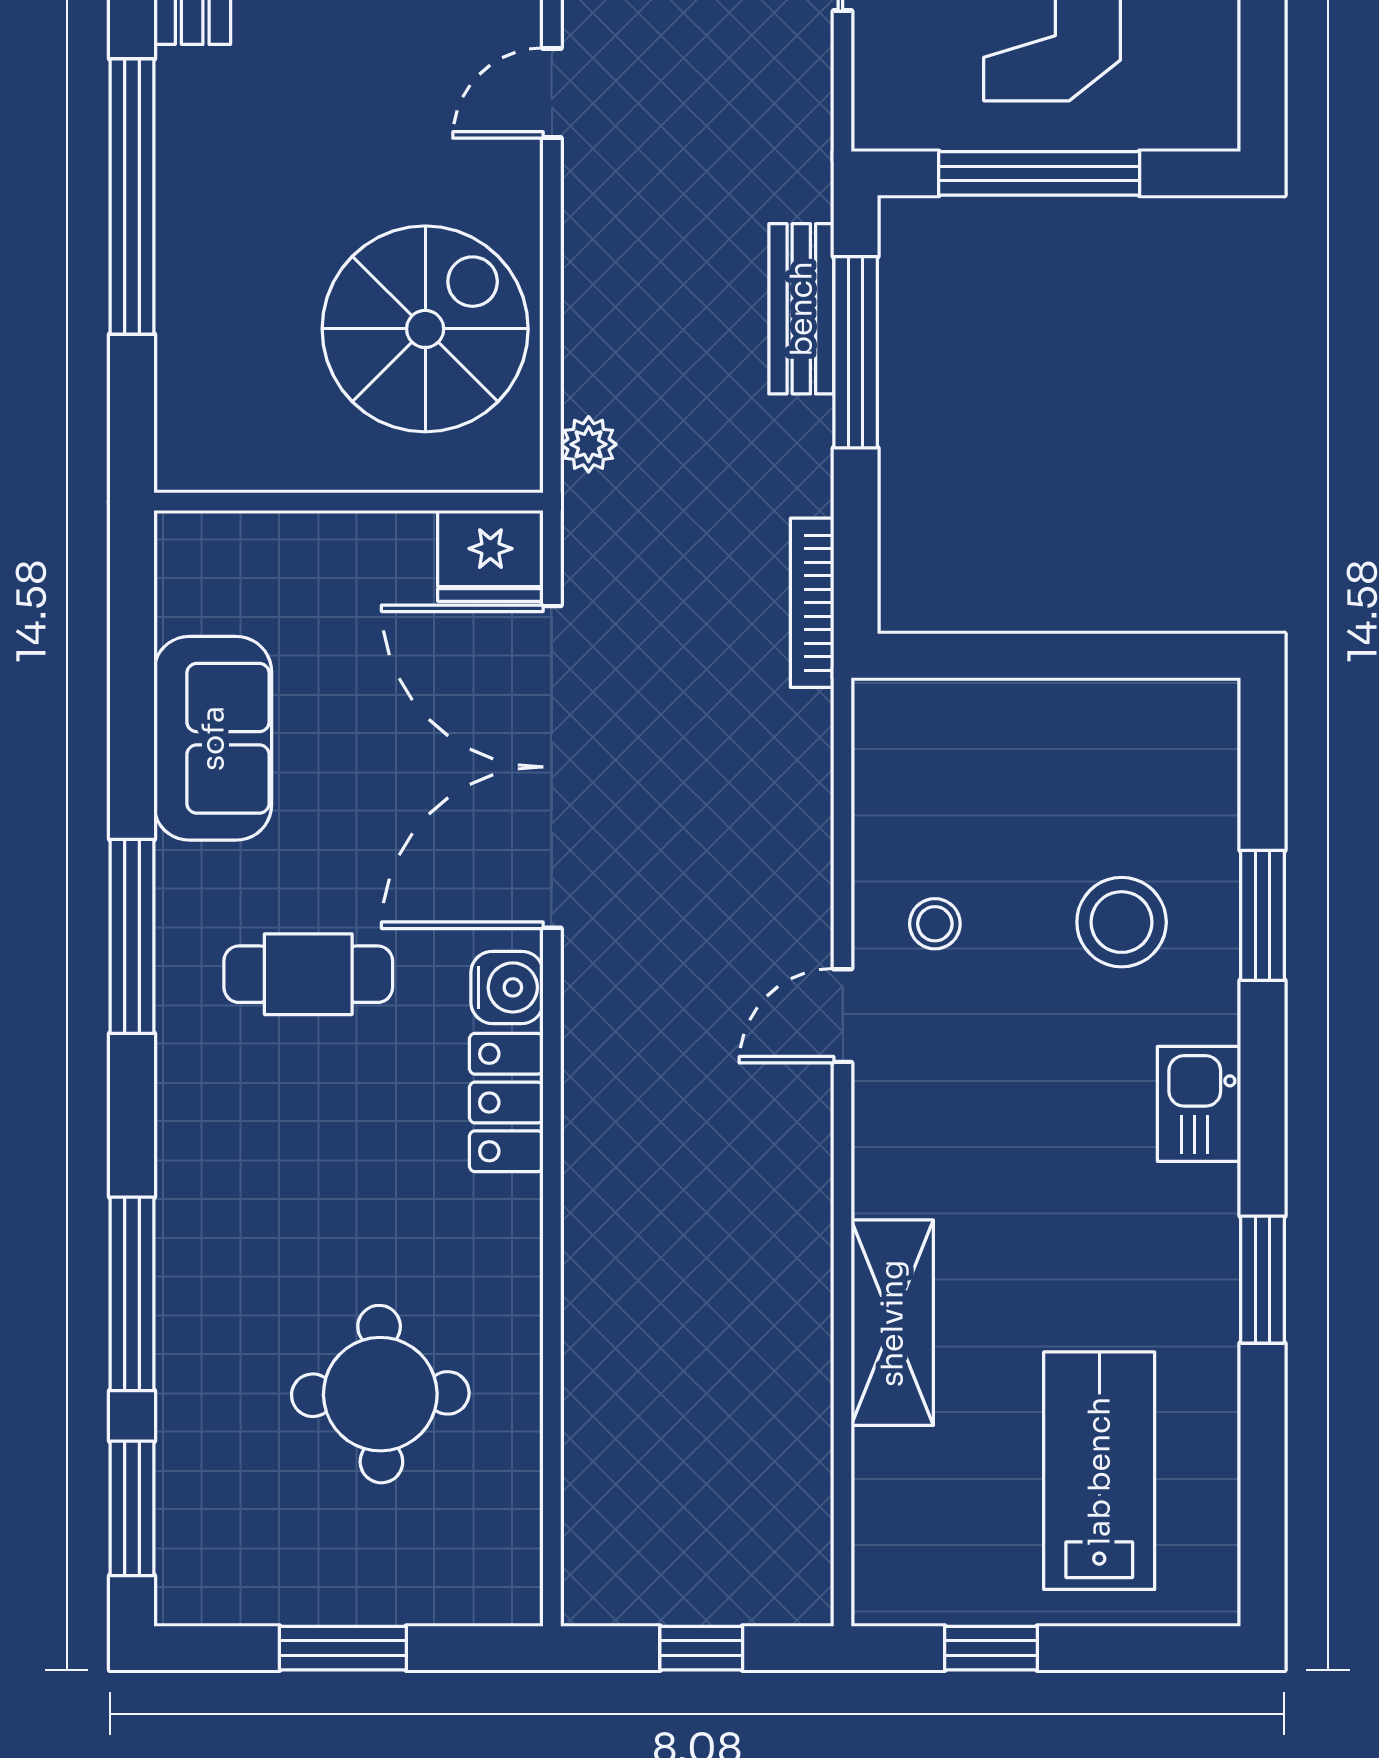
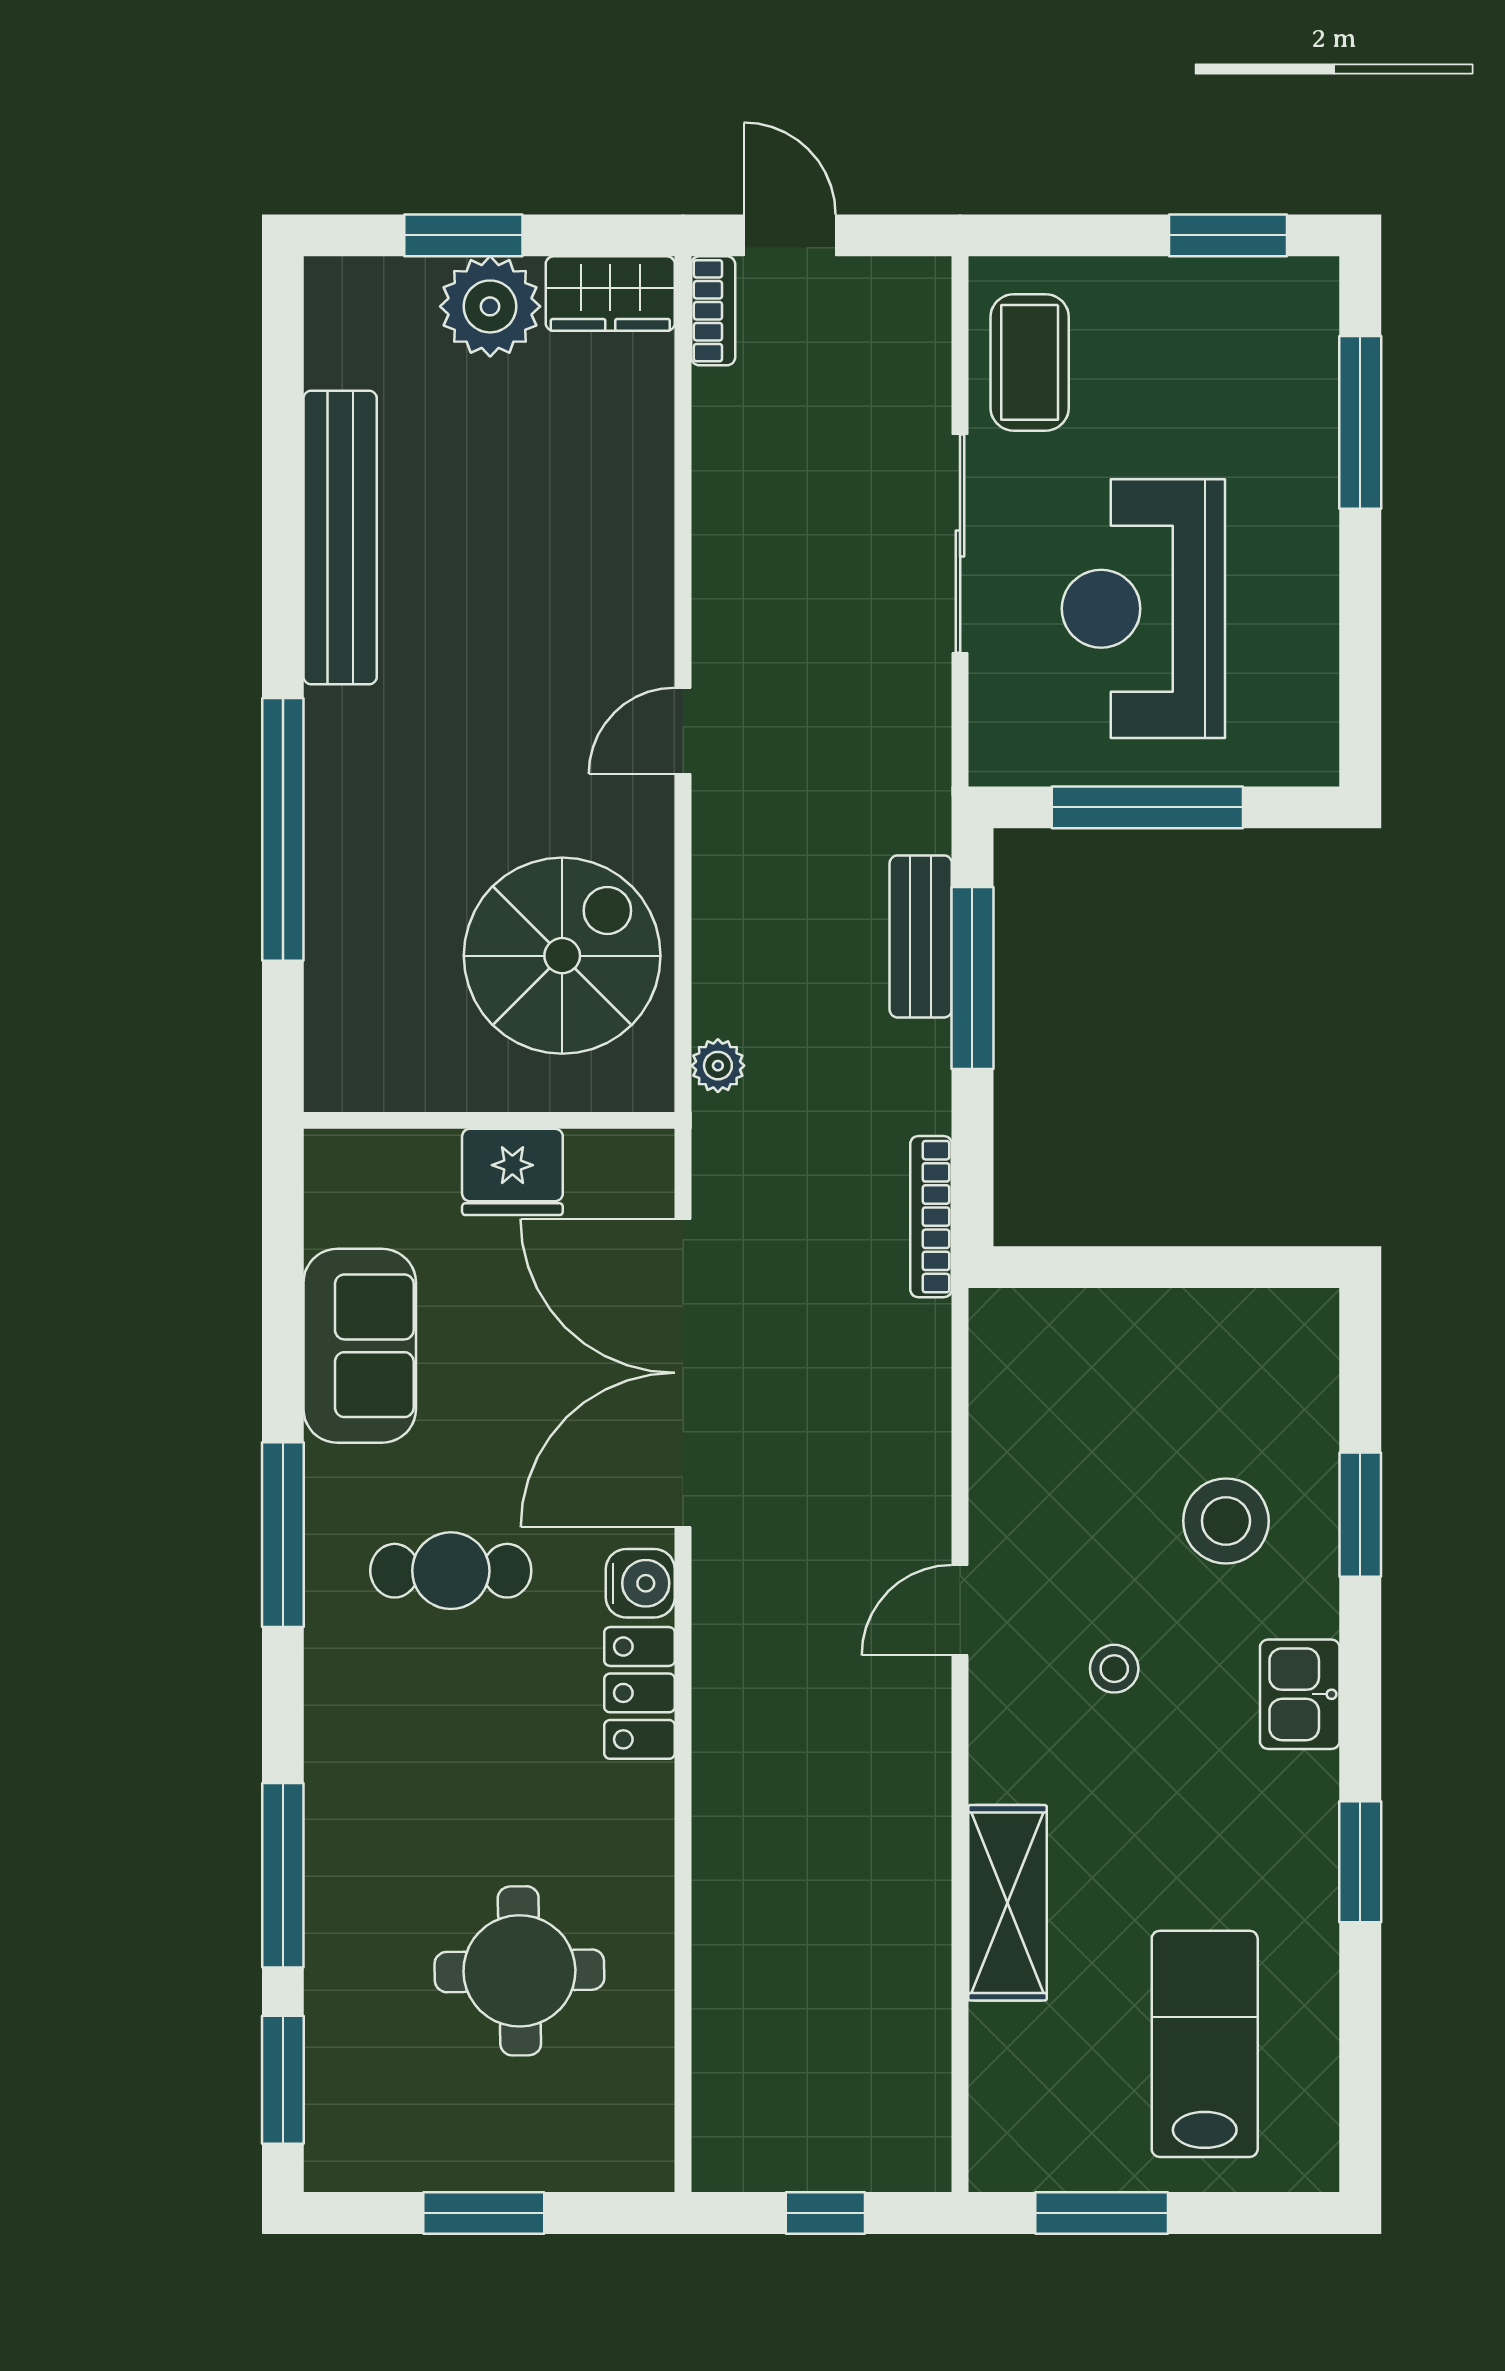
fridge: (490, 556) -> (512, 1172), moved
stool: (935, 924) -> (1114, 1669), moved
window: (991, 1648) -> (1102, 2213), width x1.50

